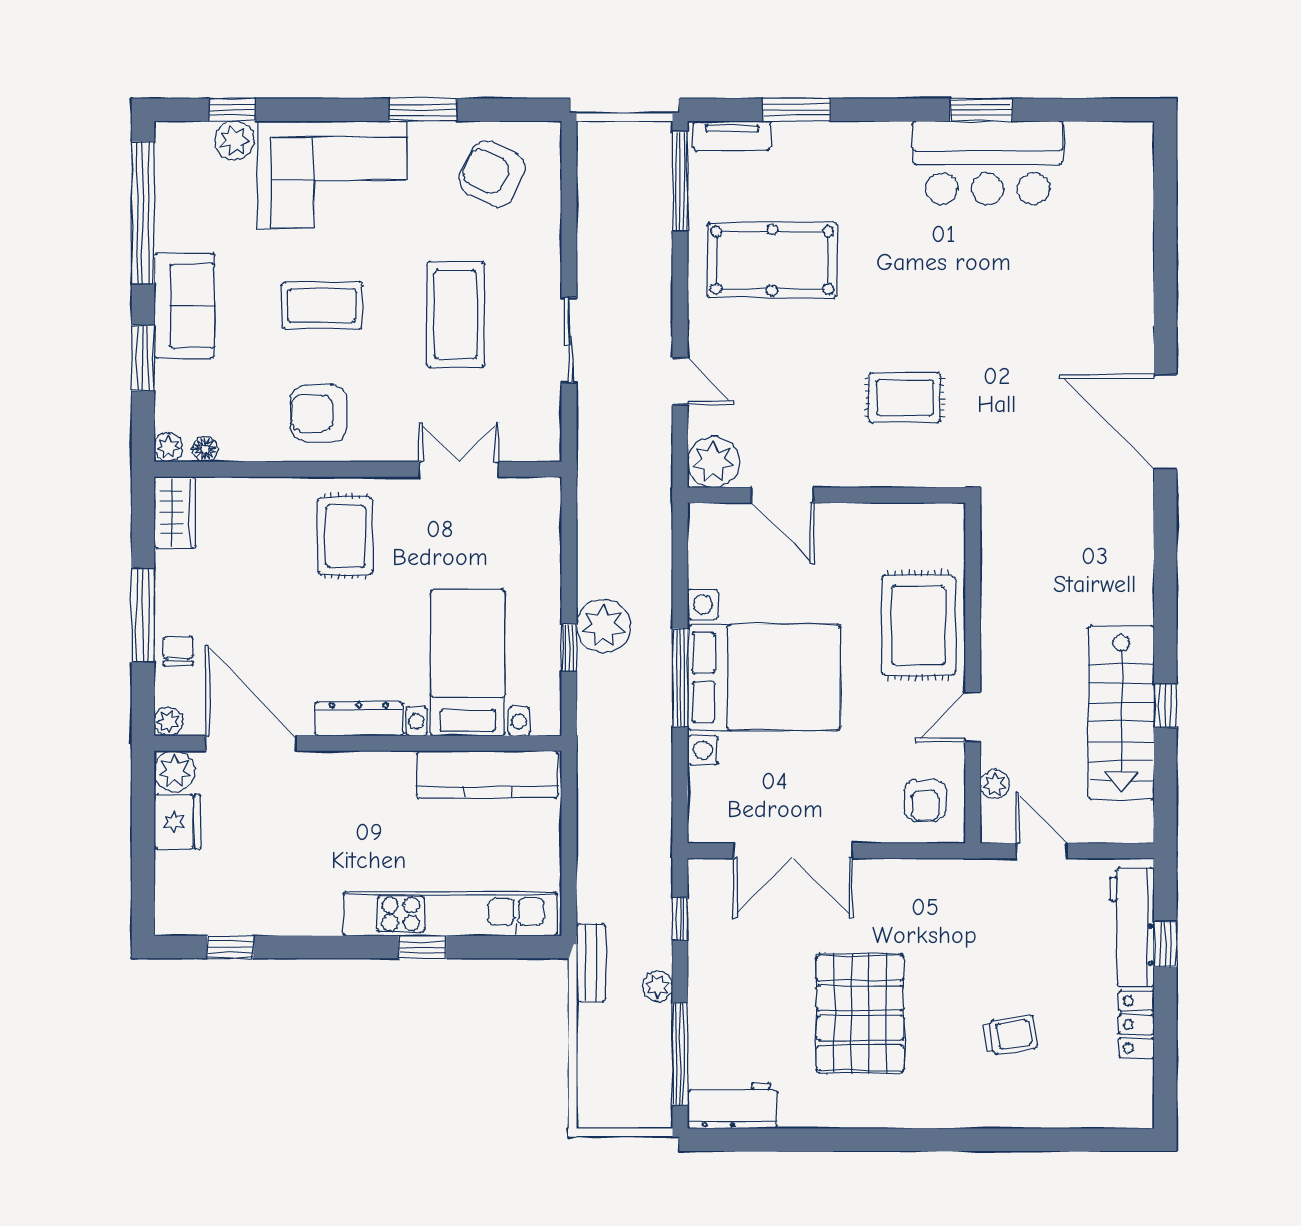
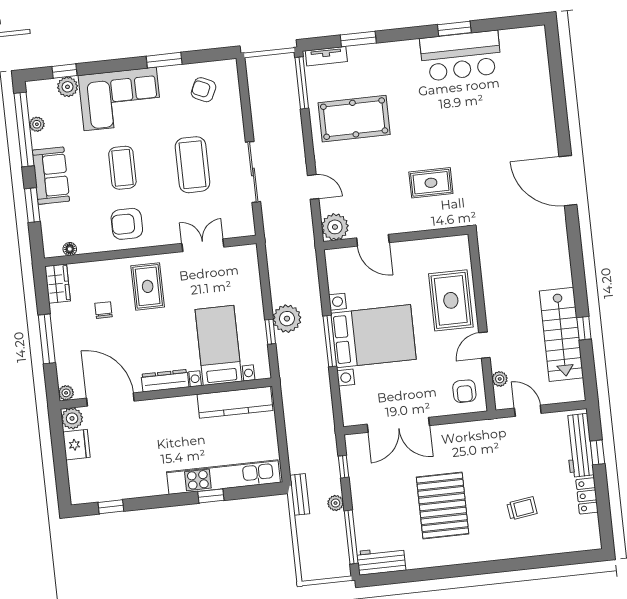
armchair: (492, 174) -> (204, 90), width x0.72, depth x0.72
coffee table: (322, 306) -> (122, 168), turned 90
sliding door: (569, 340) -> (253, 172), width x1.37
plant: (168, 447) -> (37, 124), moved
chair: (178, 651) -> (104, 310), moved

